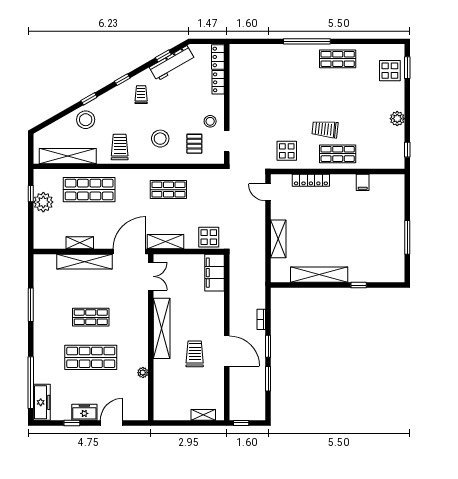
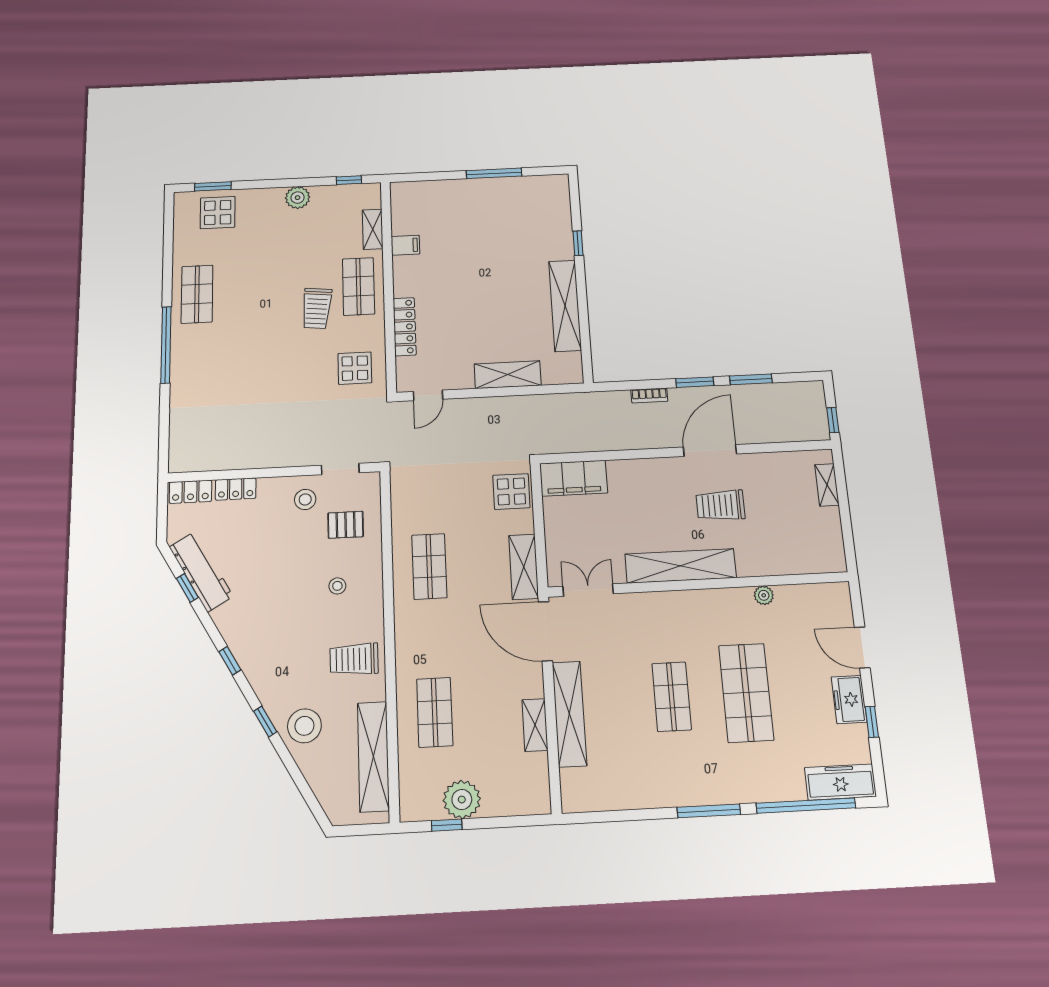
trolley: (141, 95) -> (257, 625), removed
stool: (160, 139) -> (337, 586), width x0.53, depth x0.53
shelving: (374, 163) -> (373, 229), added
shop shelf: (89, 190) -> (435, 712), width x0.70, depth x0.74
window: (31, 305) -> (709, 811), moved

